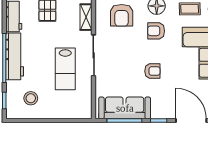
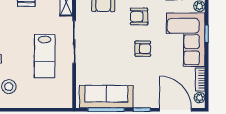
armchair: (152, 71) -> (143, 49), moved

